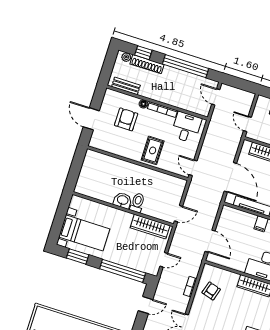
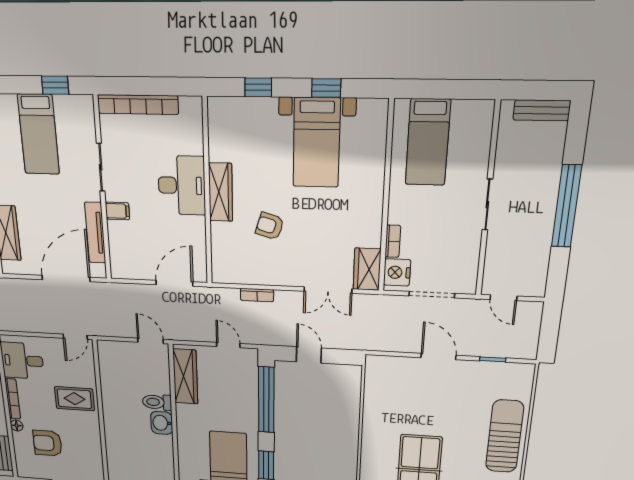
armchair: (211, 291) -> (270, 226), moved

